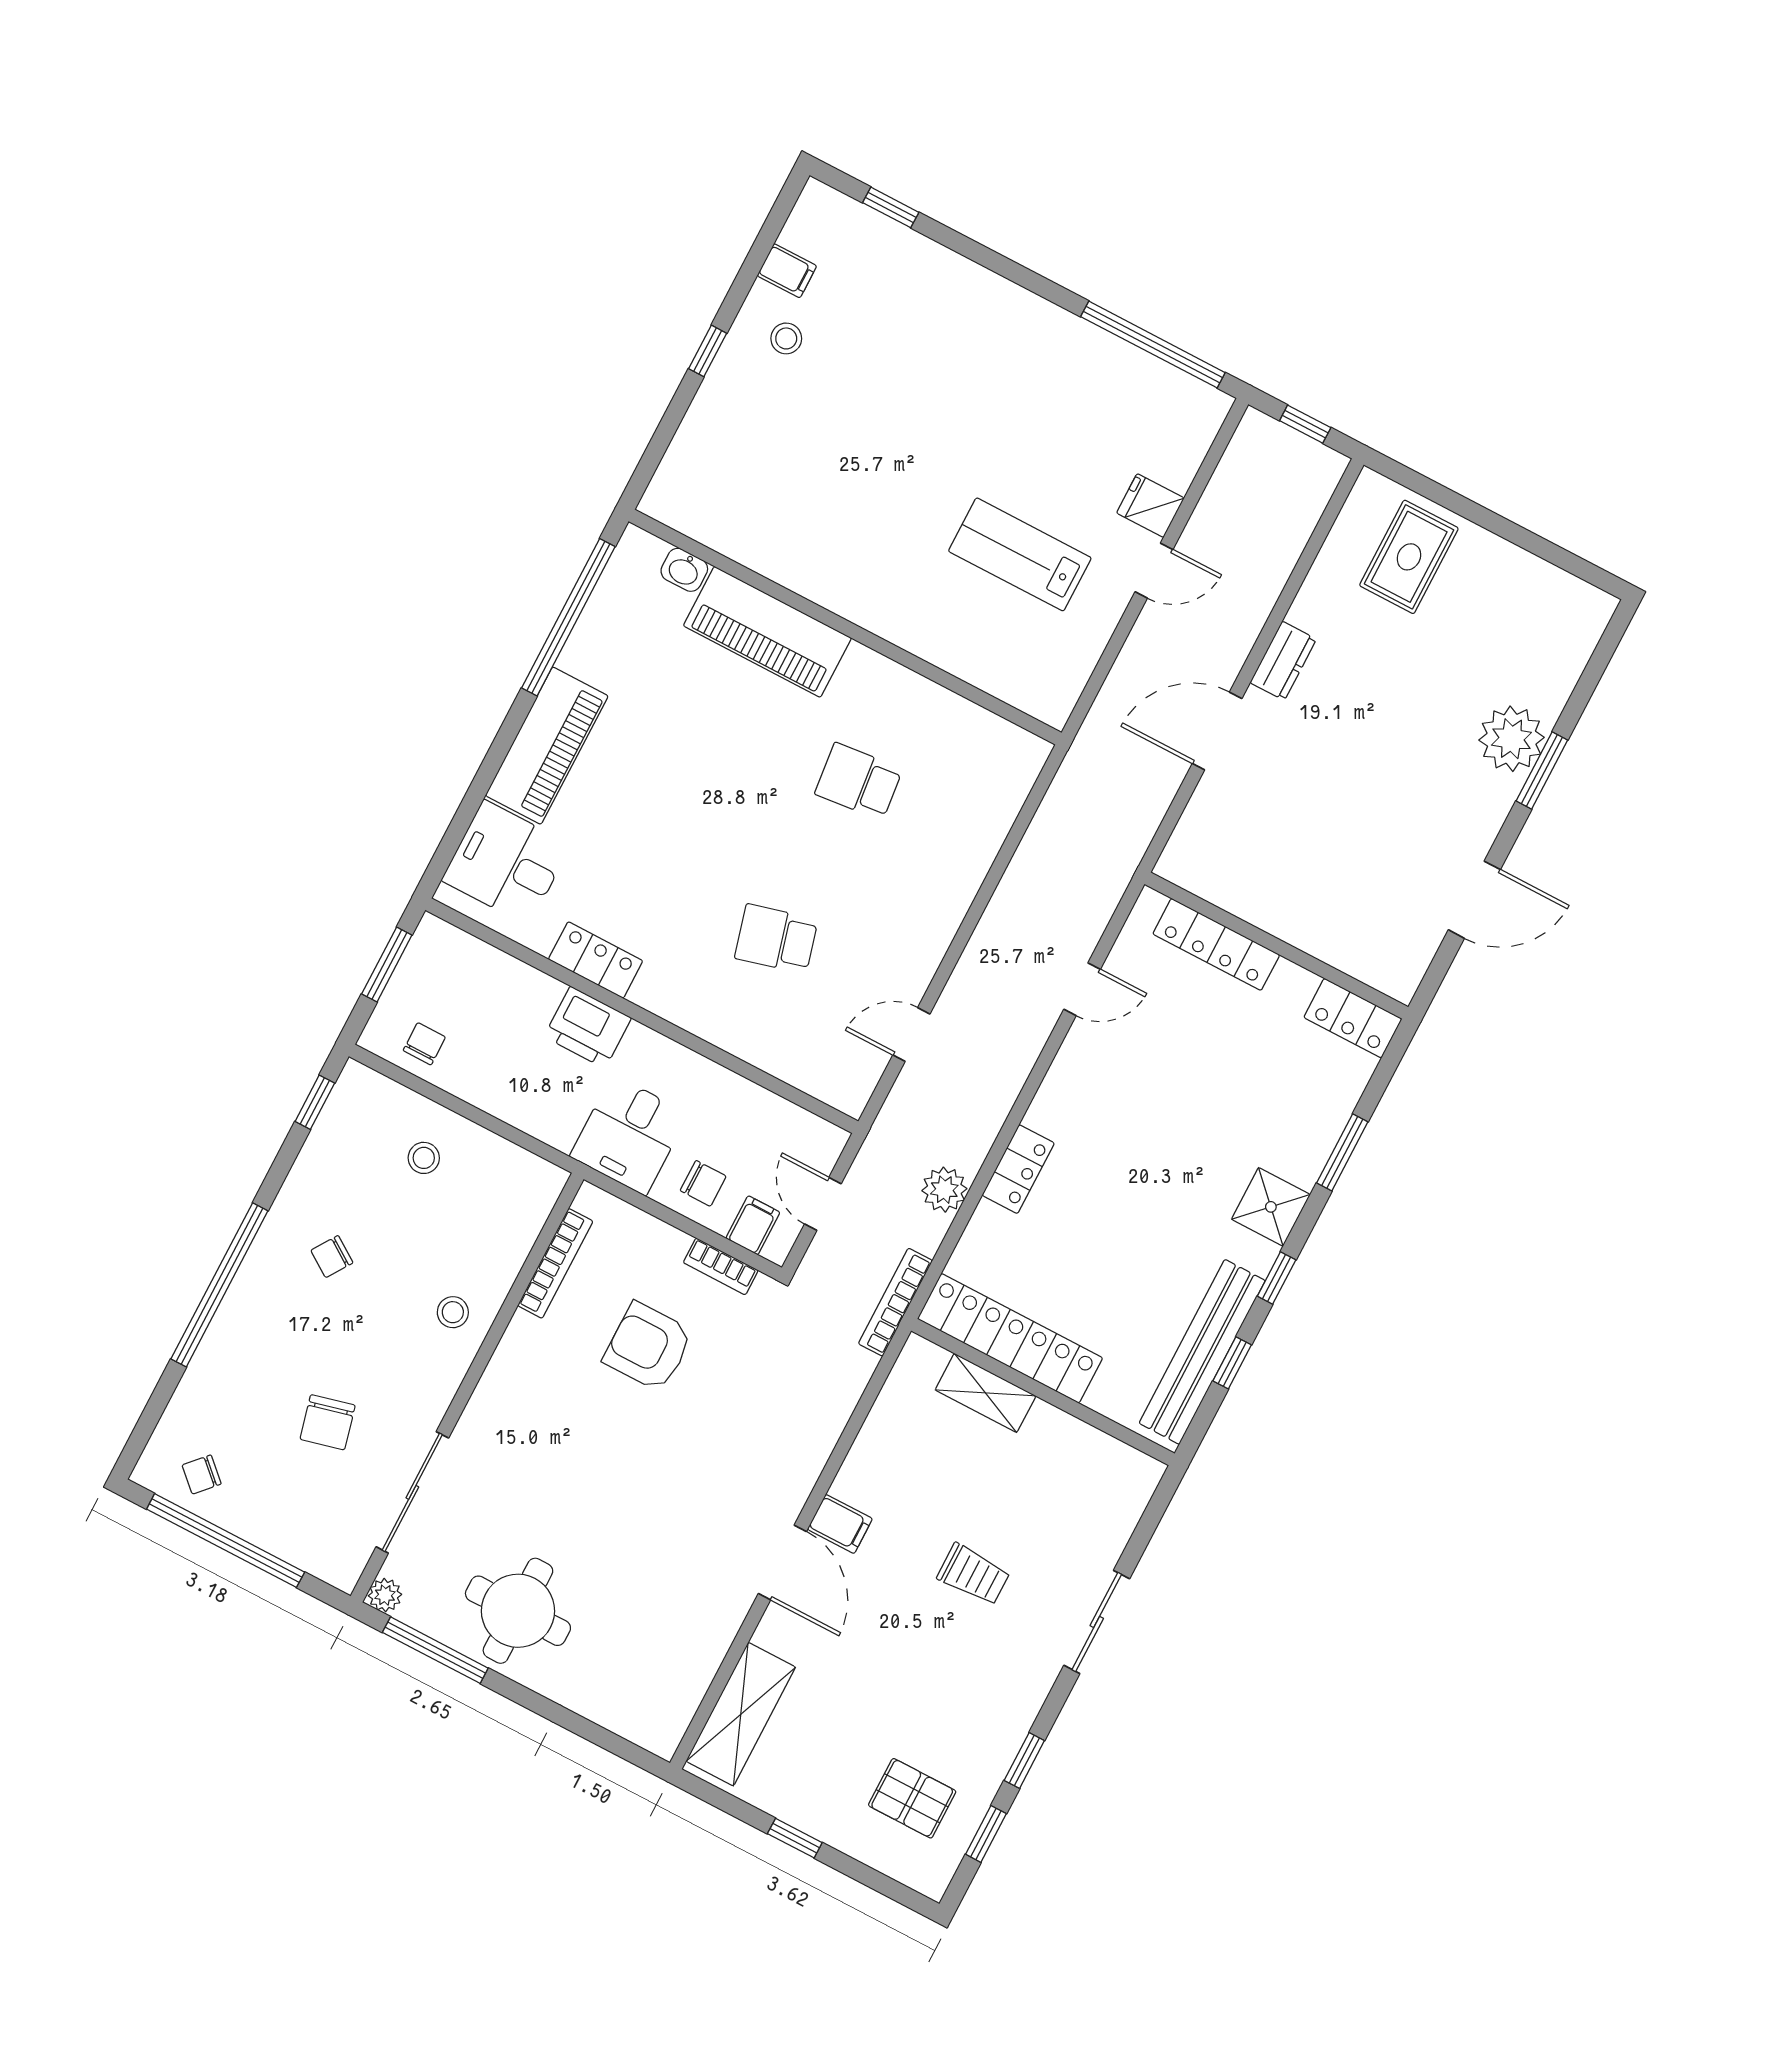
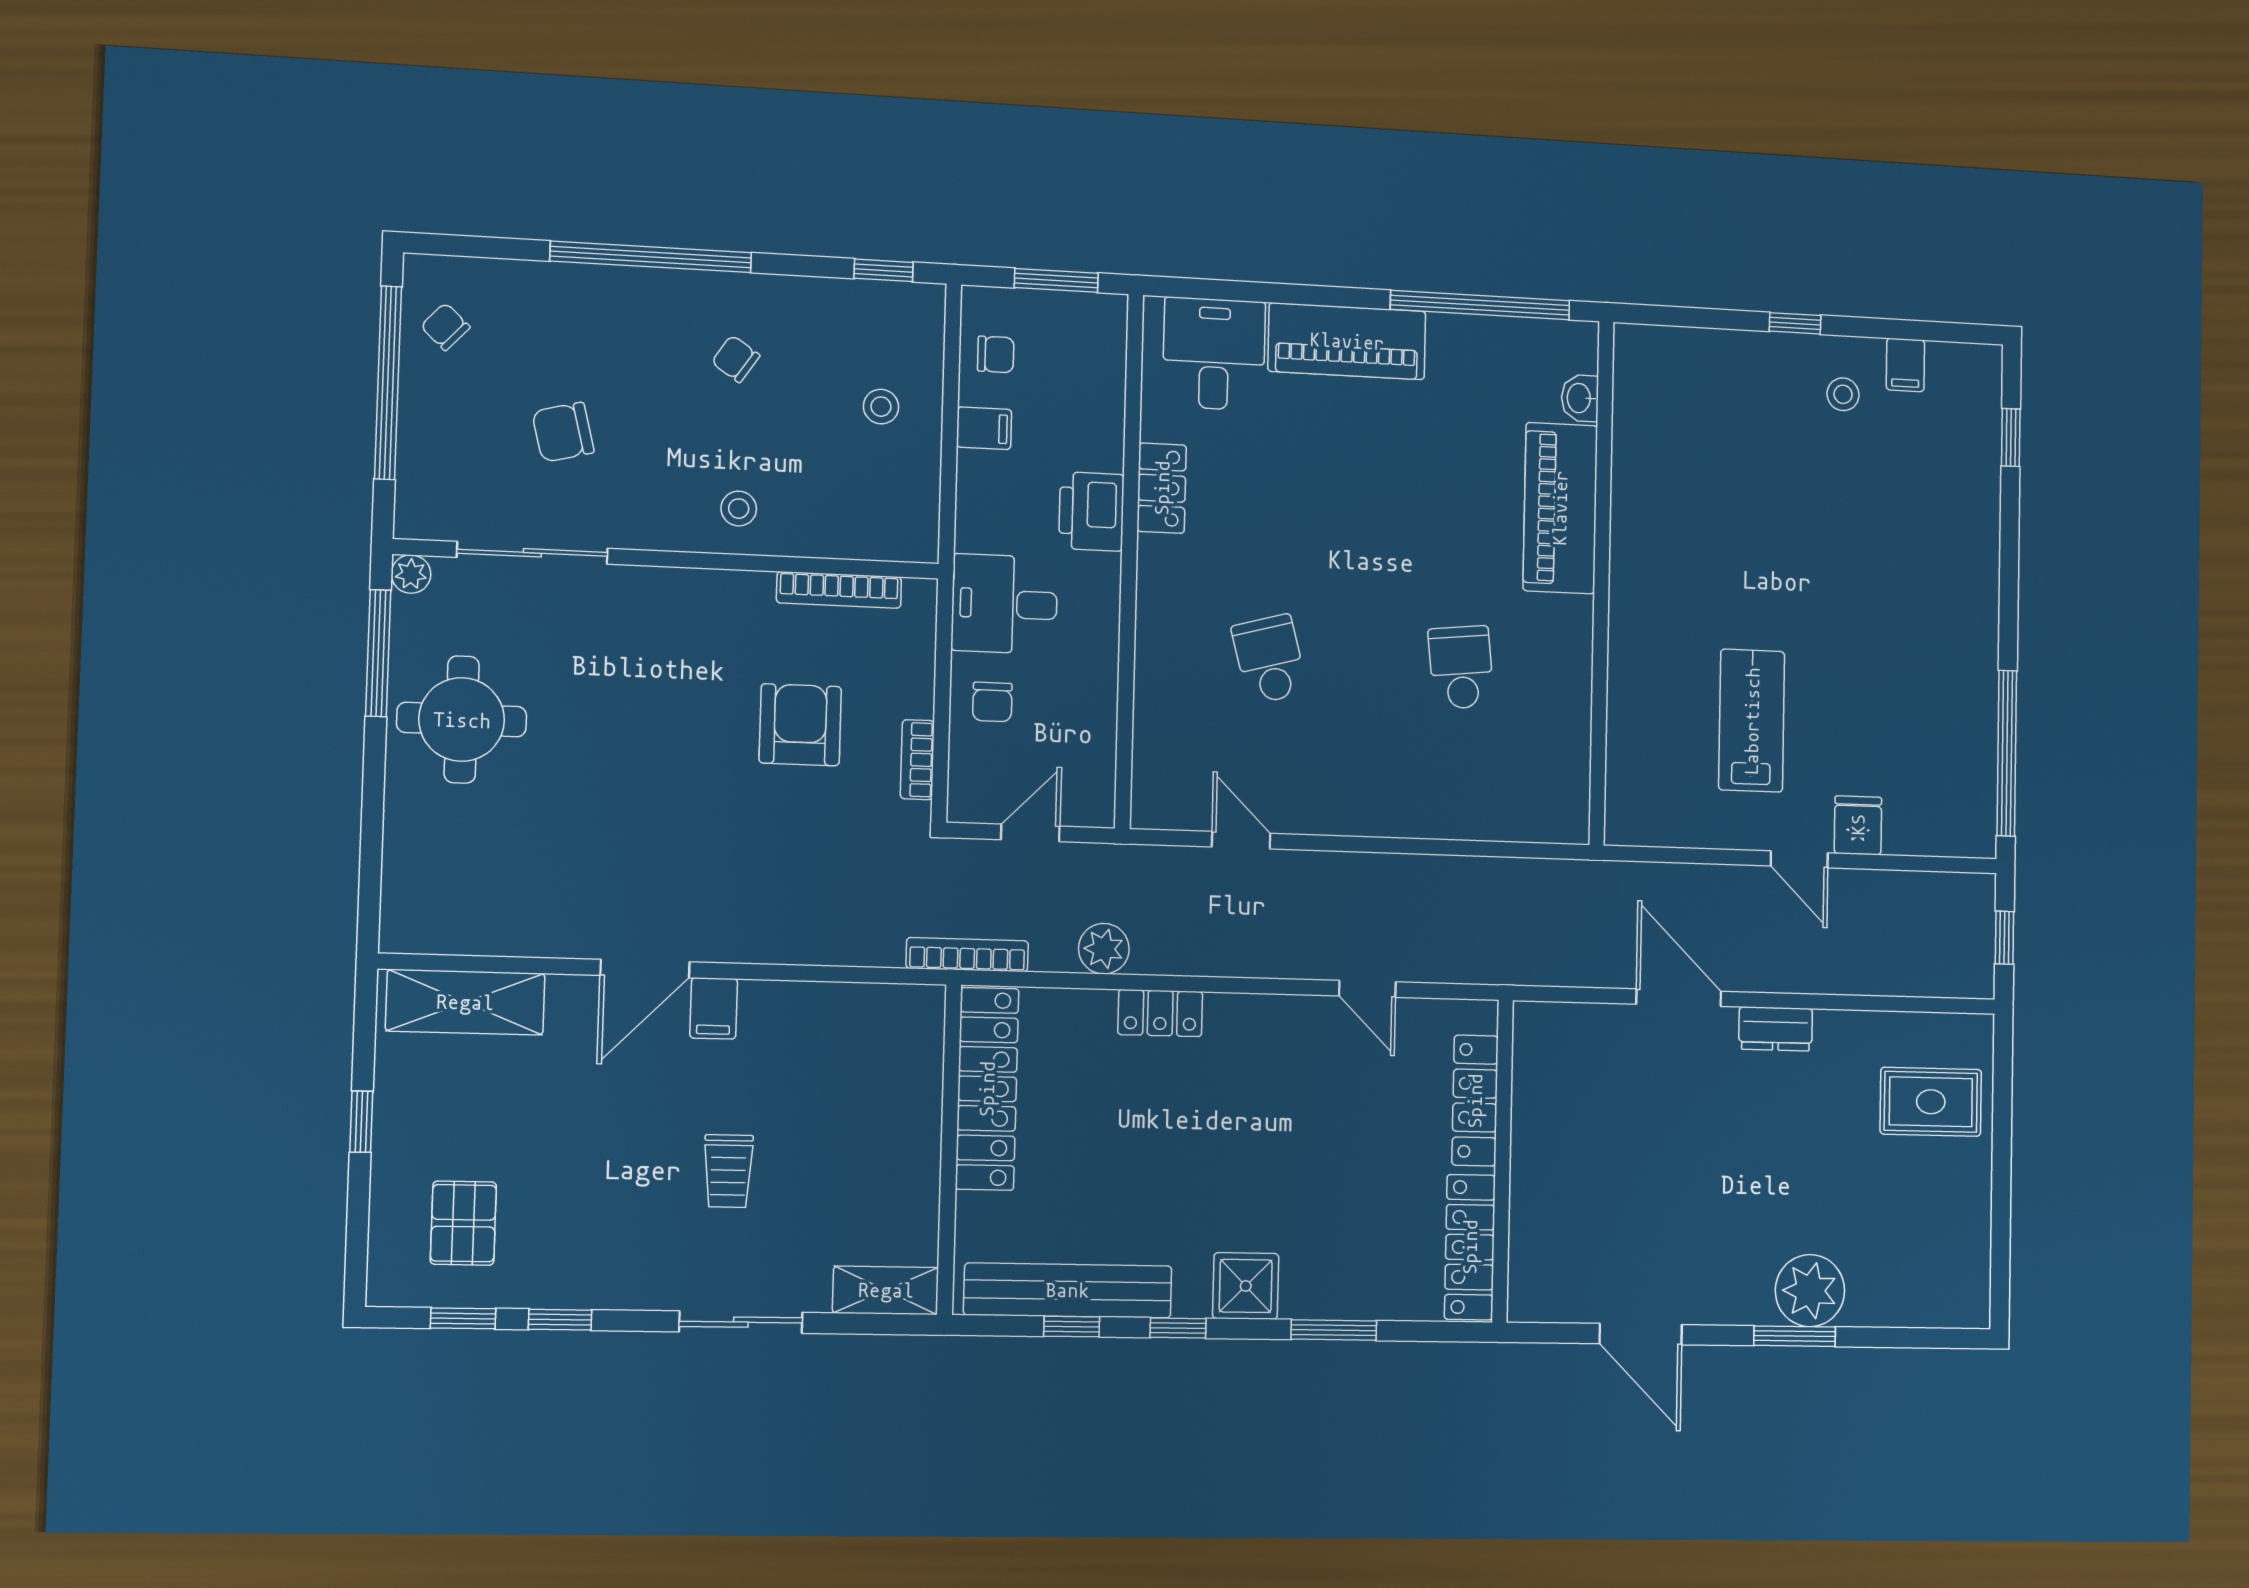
locker: (1353, 1018) -> (1470, 1247), width x1.53
filing cabinet: (753, 1225) -> (984, 428), moved
shelving: (986, 1393) -> (886, 1290), moved, turned 90

